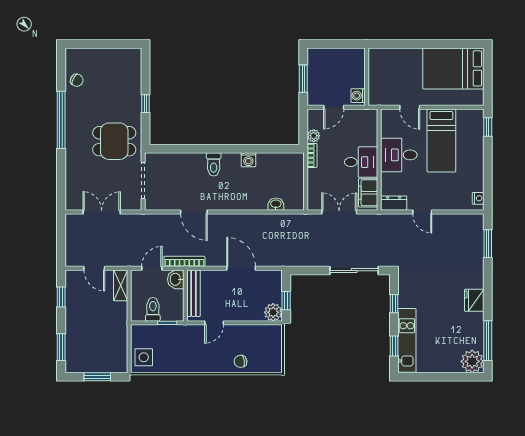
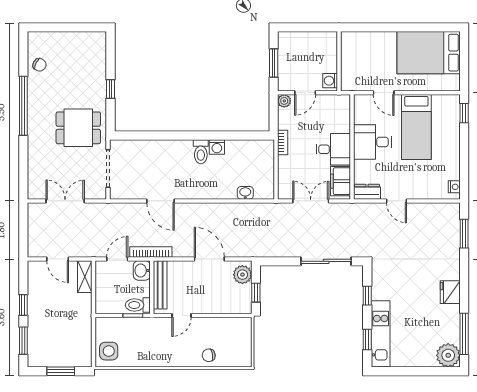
plant: (314, 136) -> (284, 101), moved
toilet: (214, 164) -> (201, 152), moved
window: (61, 297) -> (23, 305), moved
toilet: (153, 309) -> (138, 305), moved, turned -90
plant: (273, 312) -> (242, 275), moved

